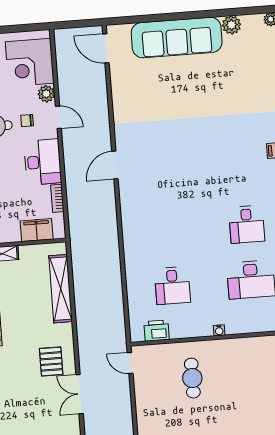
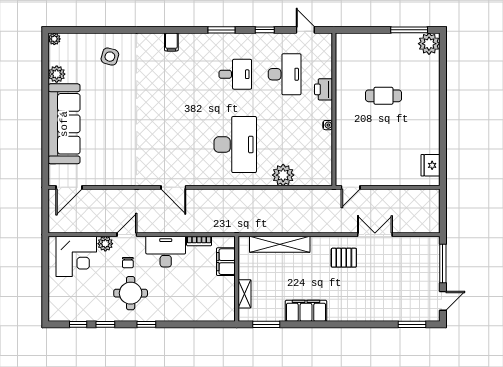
side table: (256, 83) -> (110, 57), added
desk: (172, 286) -> (235, 145), moved, width x1.87, depth x1.30
plant: (138, 287) -> (283, 175), added
water cooler: (219, 330) -> (328, 125), moved
printer: (157, 331) -> (324, 89), moved
cafe table: (192, 378) -> (383, 96), moved
double door: (80, 394) -> (375, 235), swing flipped

